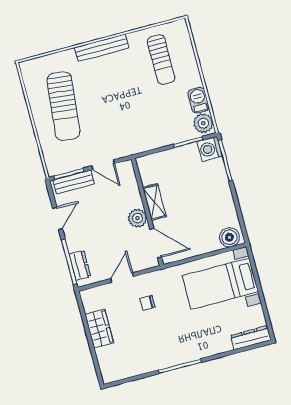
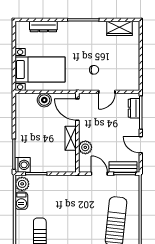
door: (58, 218) -> (141, 145), hinge flipped
plant: (138, 218) -> (85, 147), moved
boiler: (229, 237) -> (44, 100), moved
wardrobe: (99, 329) -> (120, 28), moved, turned -90
dresser: (251, 338) -> (43, 26), moved

